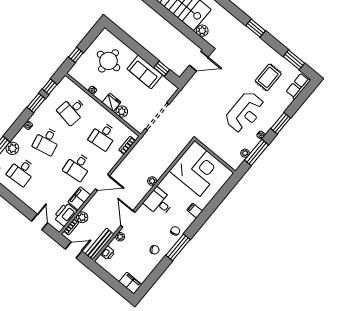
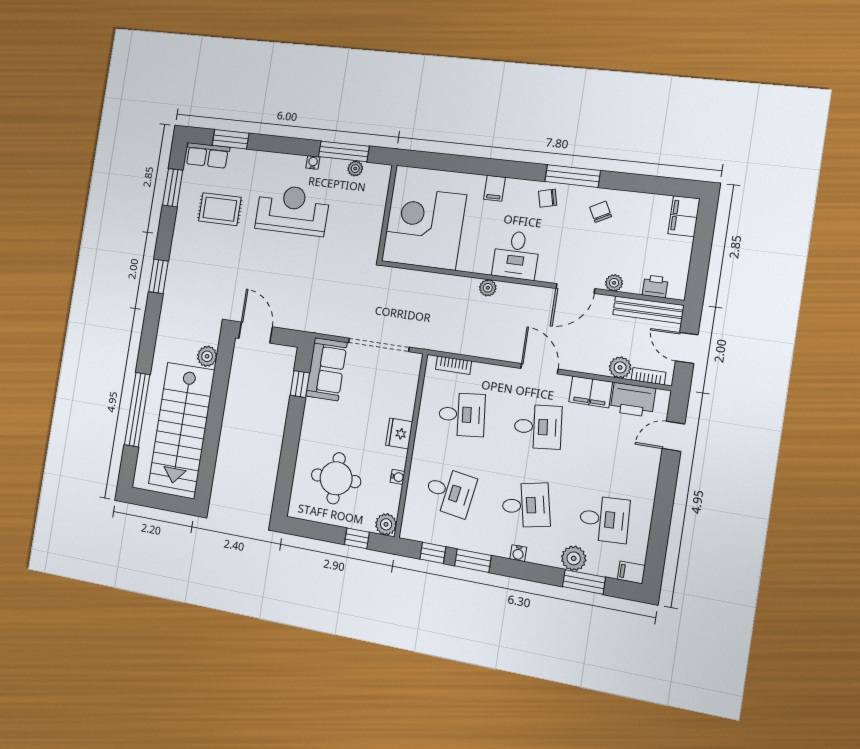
sofa: (145, 72) -> (326, 369), moved
plant: (122, 112) -> (386, 524), moved
window: (281, 123) -> (231, 139), moved

